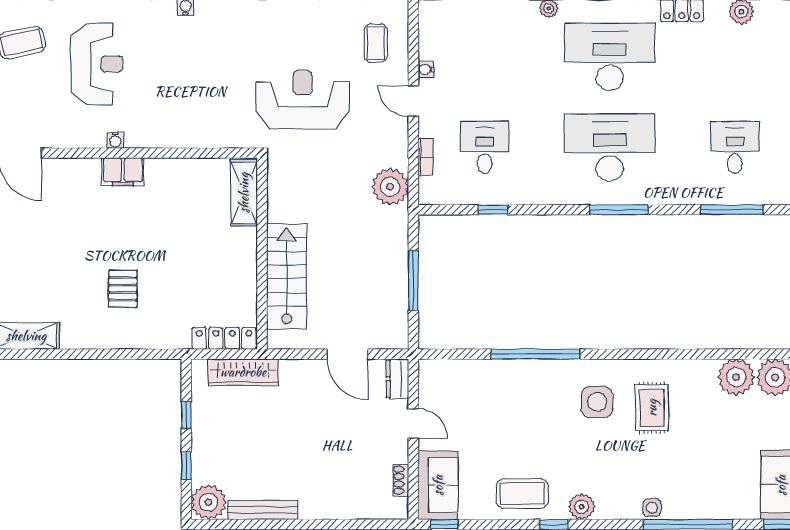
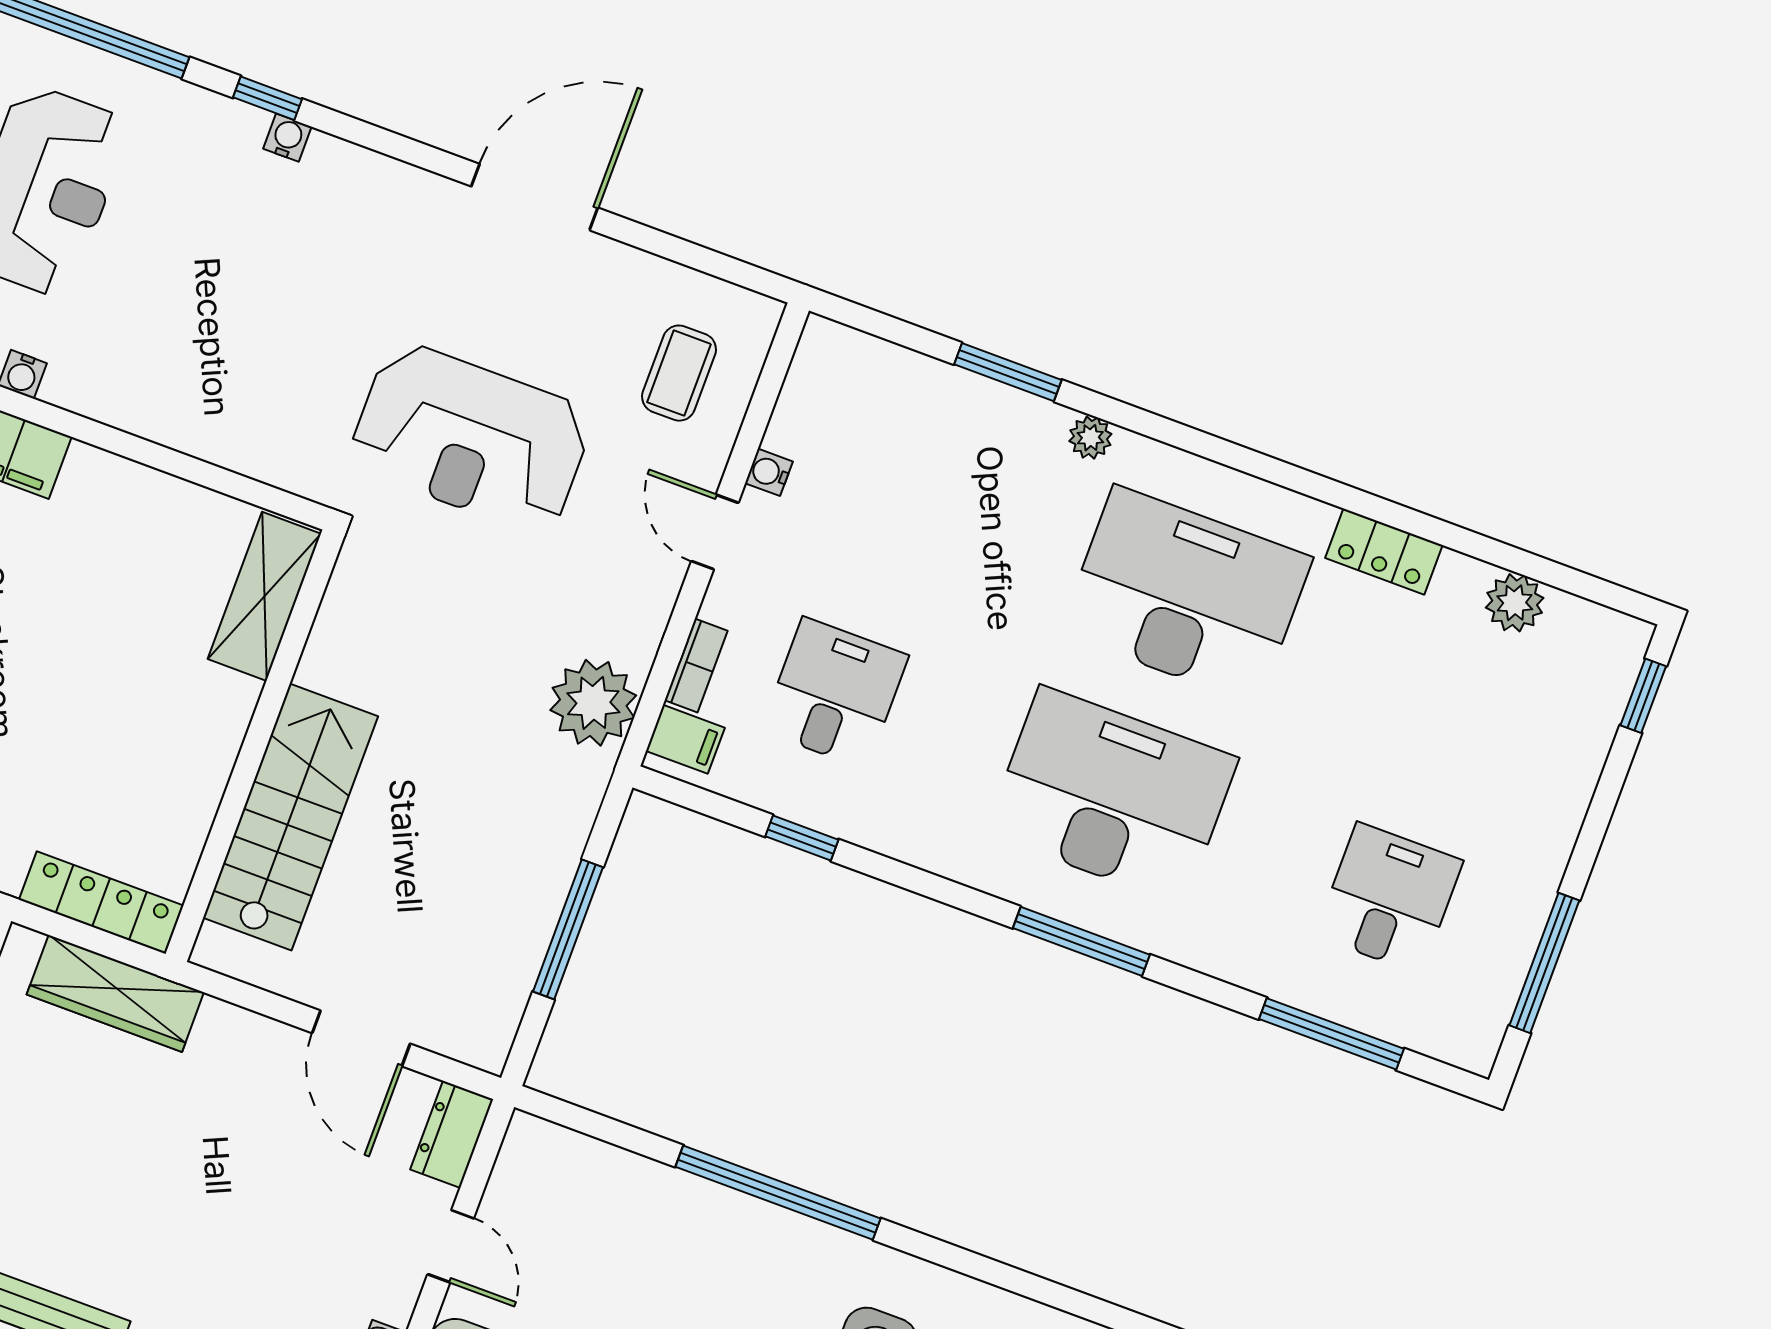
reception desk: (303, 100) -> (471, 438), turned 180
filing cabinet: (432, 188) -> (685, 739), added

